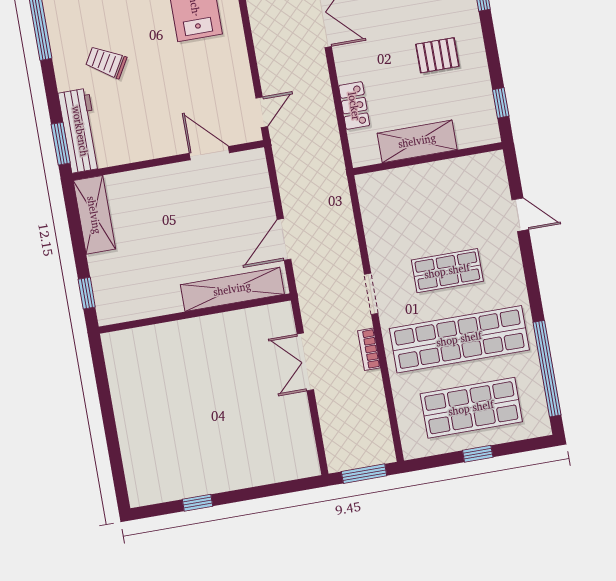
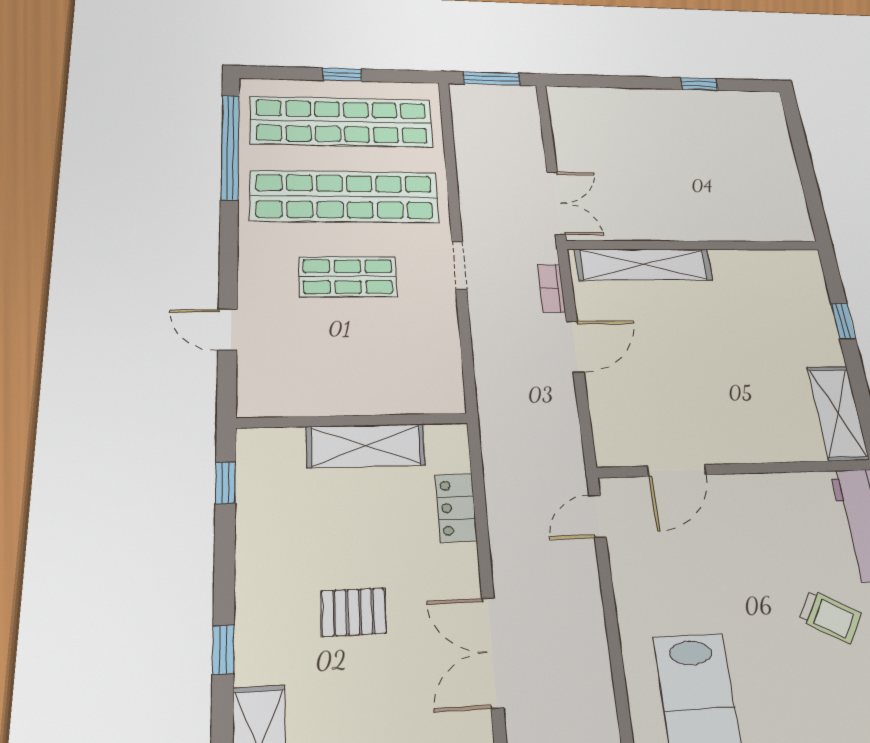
pallet: (437, 55) -> (354, 612), moved
door: (209, 153) -> (677, 470), hinge flipped
shelving: (232, 289) -> (644, 265), moved
wall: (195, 314) -> (694, 245), moved
bookcase: (369, 349) -> (551, 288), moved, turned 180
shop shelf: (471, 408) -> (342, 122), width x1.40

